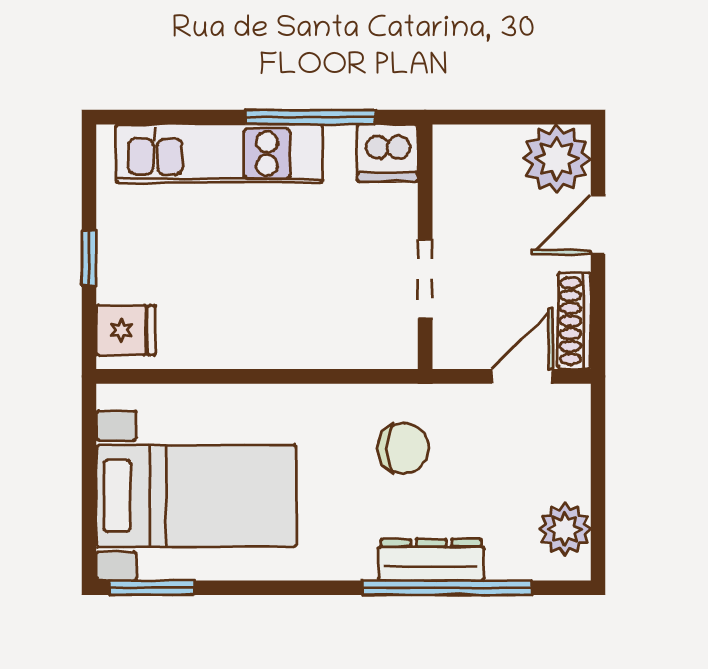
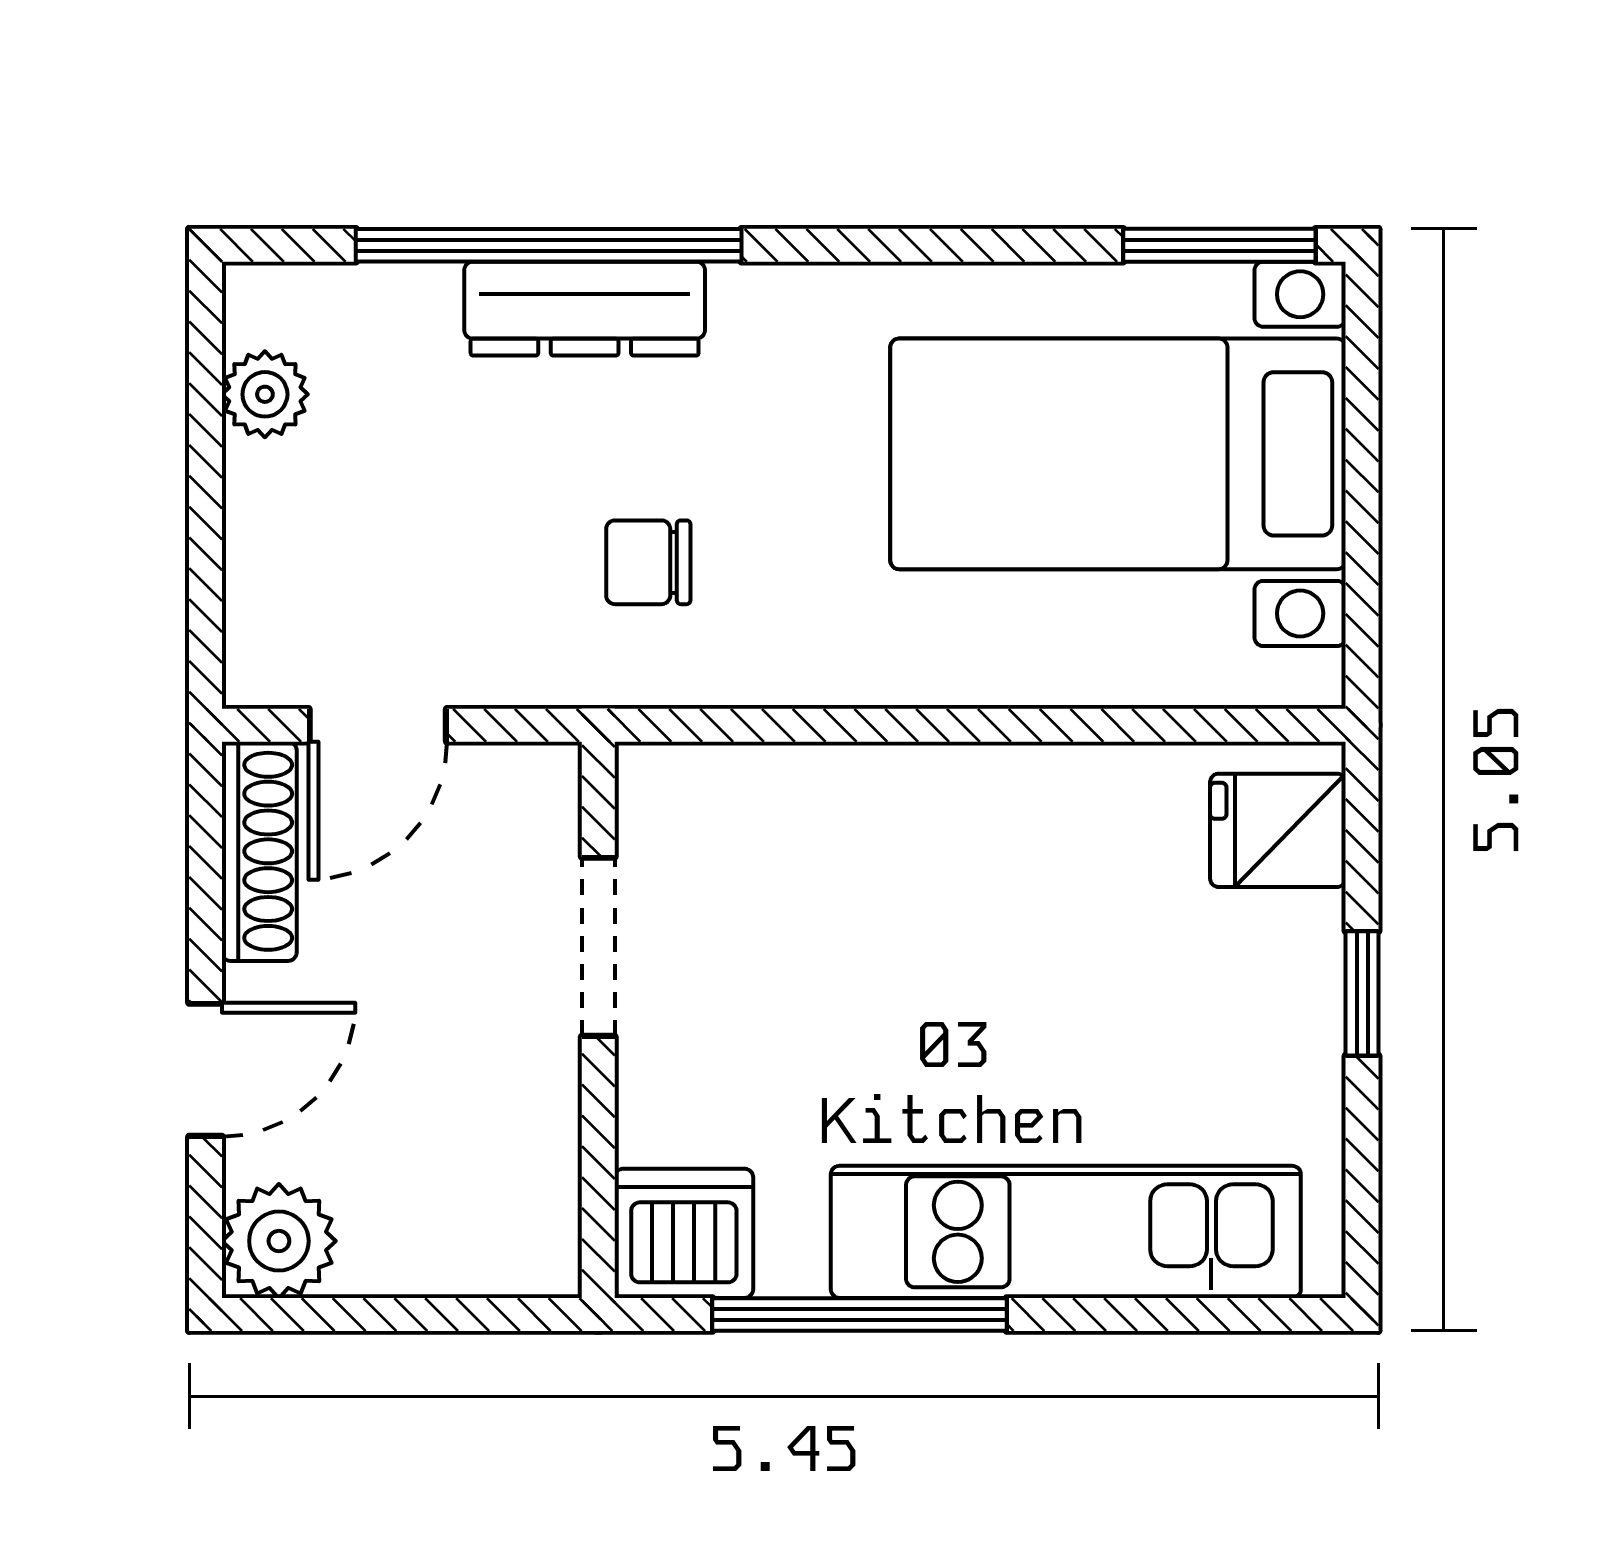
plant: (557, 159) -> (279, 1241), width x0.73, depth x0.73
chair: (403, 448) -> (648, 562), width x0.73, depth x0.73
plant: (565, 529) -> (265, 394), width x0.73, depth x0.73

